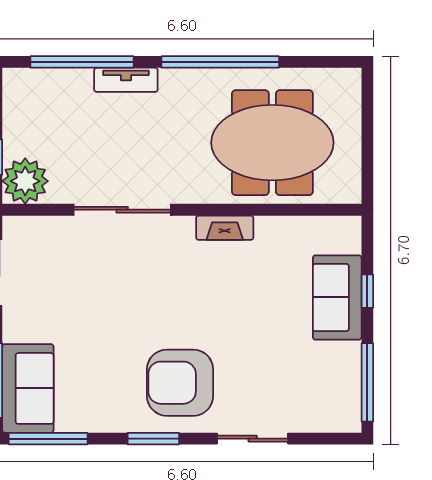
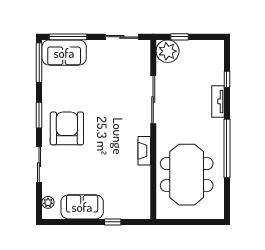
window: (82, 62) -> (227, 79), width x0.32
sofa: (337, 297) -> (82, 207), moved
window: (367, 382) -> (67, 222), removed
plant: (328, 421) -> (48, 202), added

